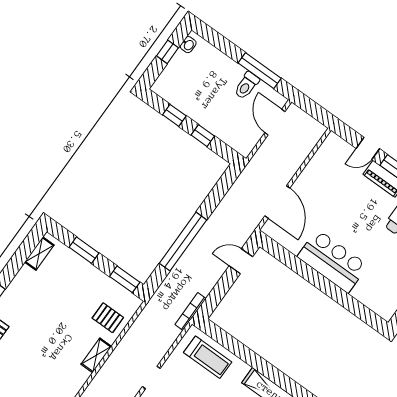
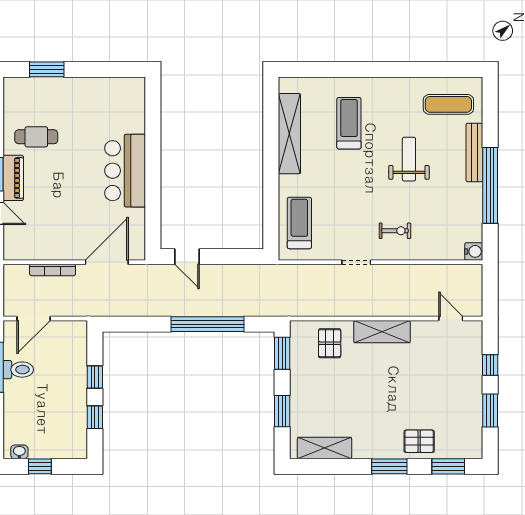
shelving: (39, 253) -> (325, 448), width x1.50, depth x1.33
bookcase: (190, 312) -> (53, 270), moved
shelving: (96, 355) -> (382, 332), width x1.50, depth x1.33

